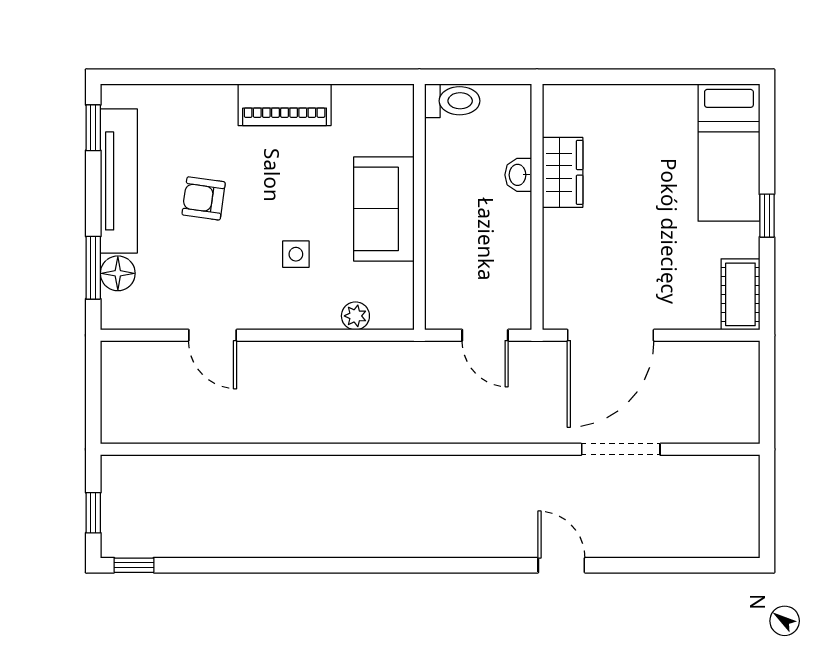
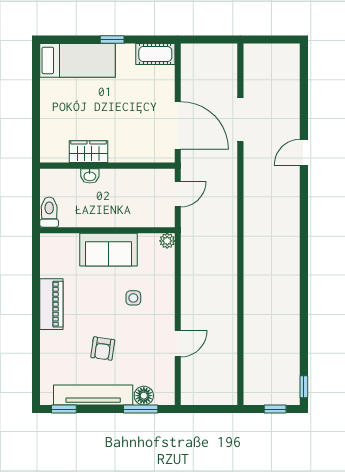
plant: (355, 316) -> (167, 241), moved

